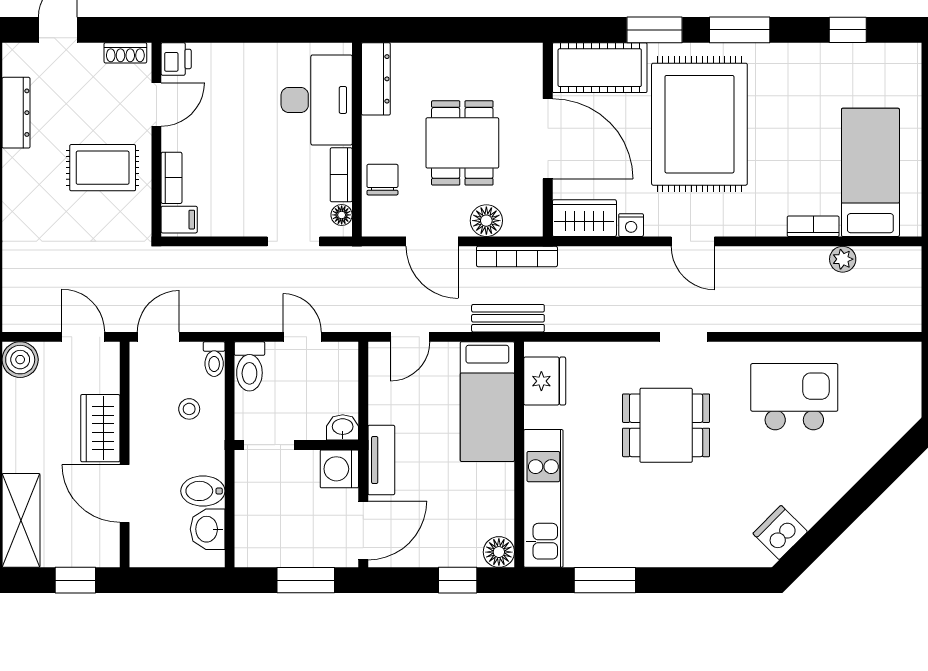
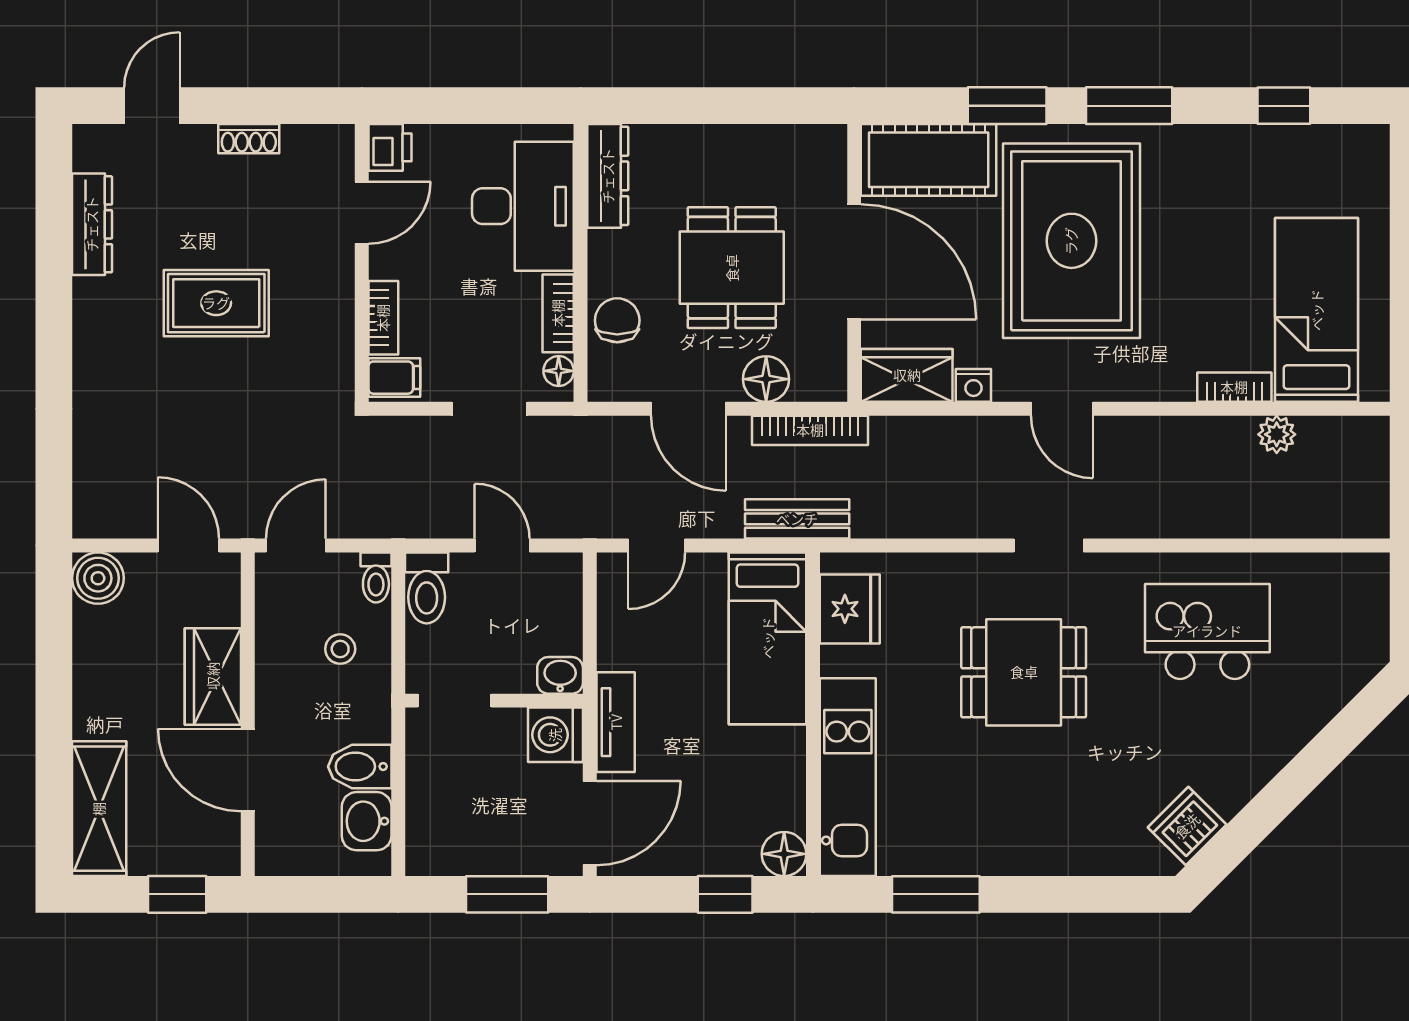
printer: (176, 59) -> (390, 147), moved
door: (156, 105) -> (362, 213), moved
wall: (156, 140) -> (362, 263), moved
bookcase: (172, 178) -> (383, 318), moved
filing cabinet: (179, 220) -> (394, 378), moved

